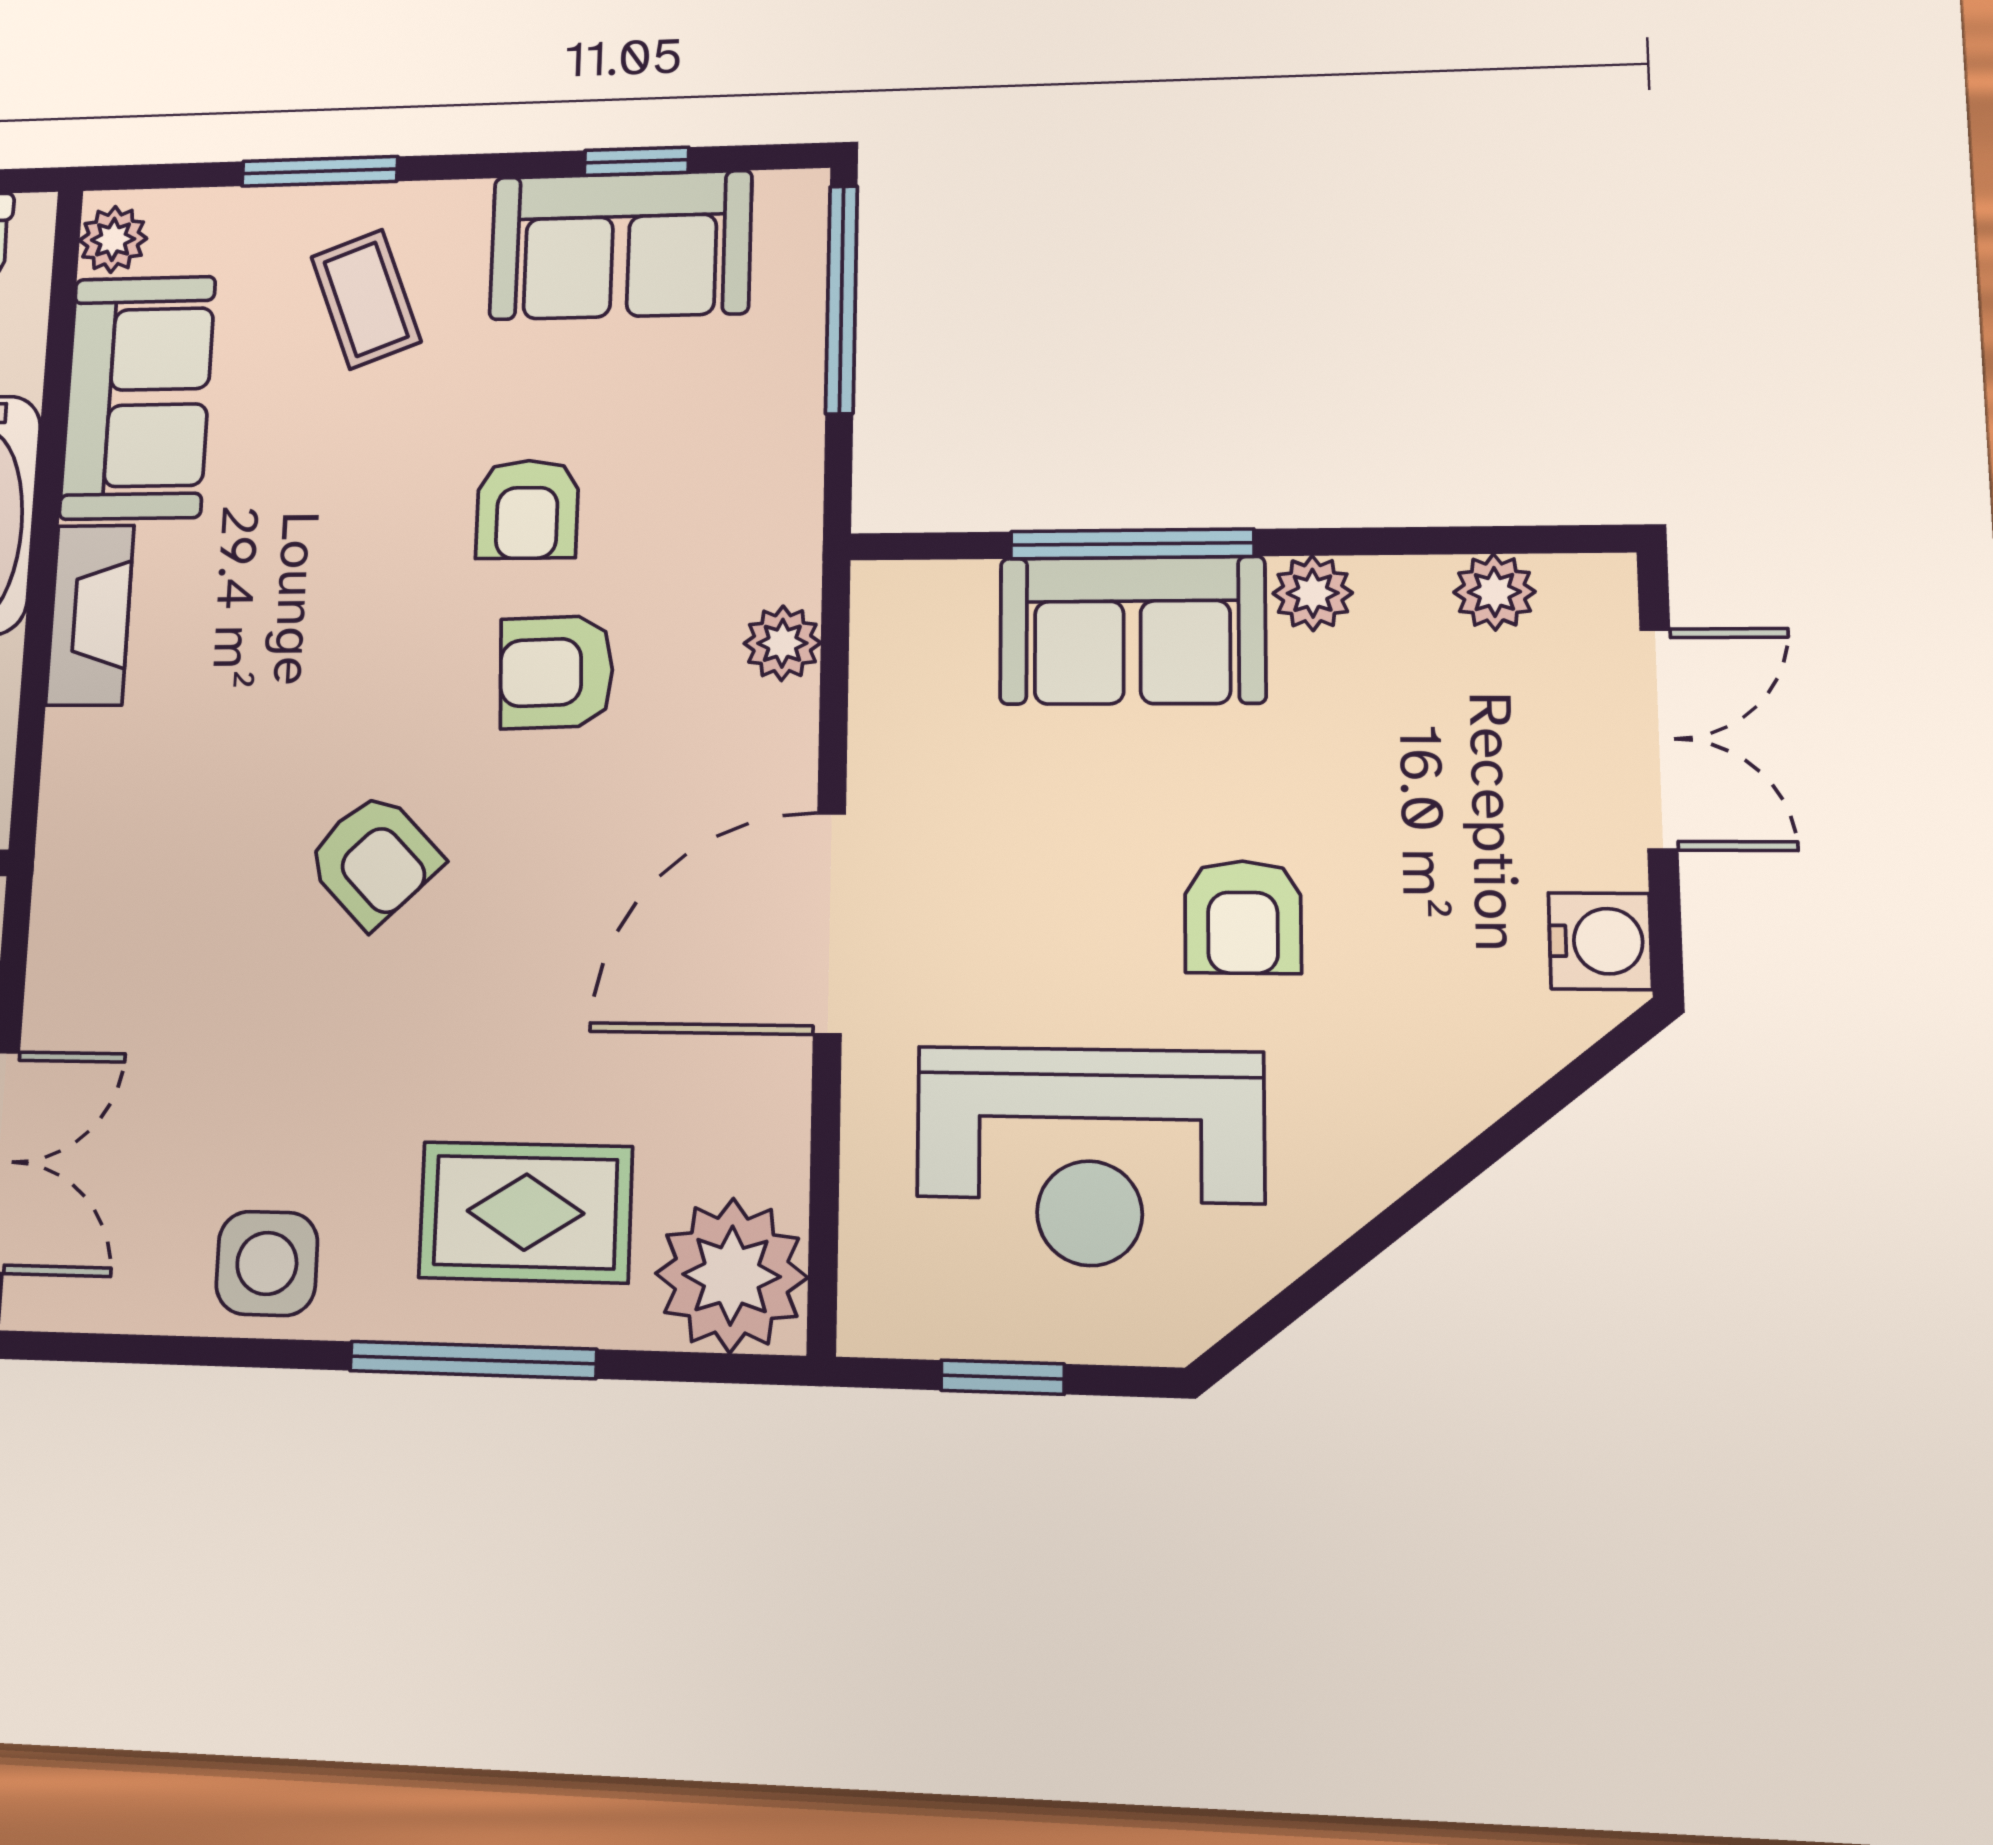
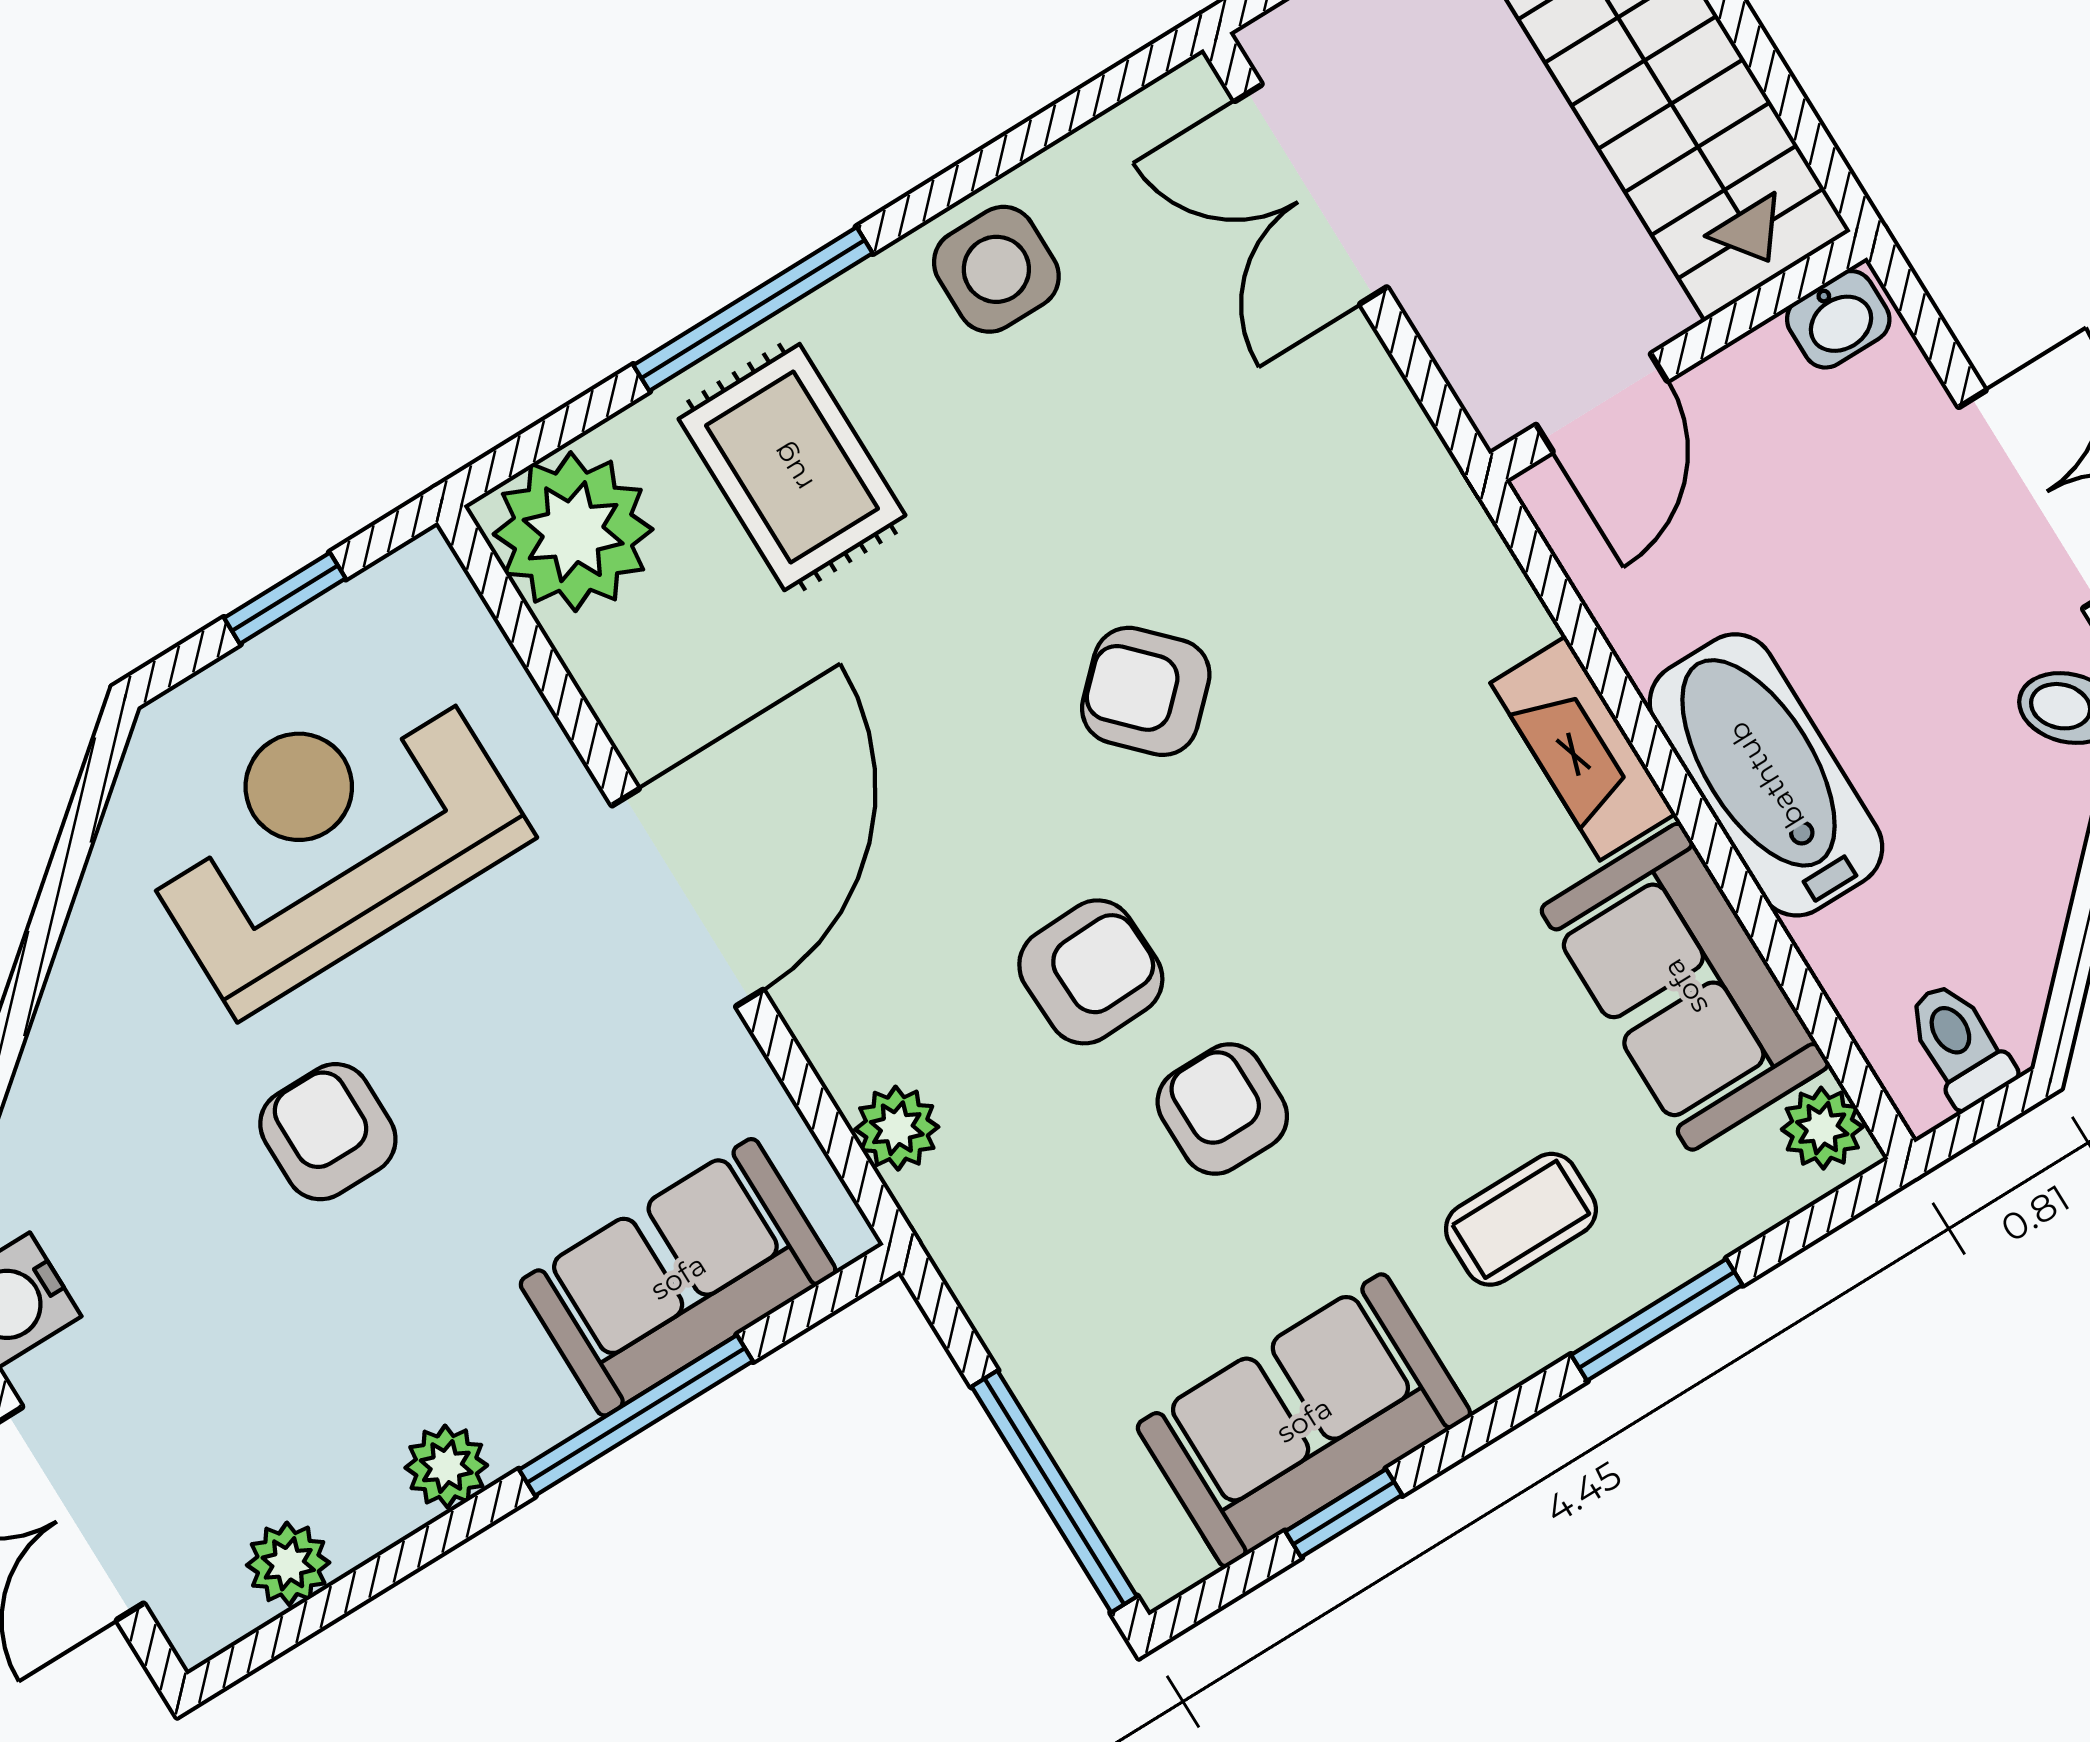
coffee table: (366, 299) -> (1521, 1219), turned -69
sofa: (1132, 630) -> (678, 1277), moved
rug: (525, 1212) -> (792, 467), turned 90

